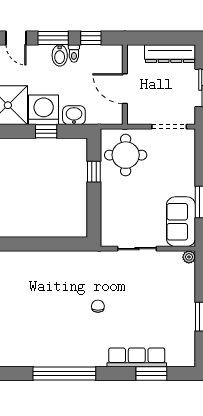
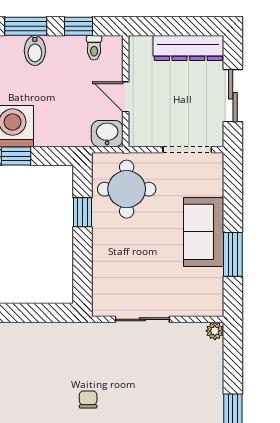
toilet: (74, 53) -> (94, 48), moved
door: (125, 89) -> (126, 97), width x0.73
washbasin: (74, 115) -> (107, 134), moved
sofa: (181, 222) -> (204, 232), moved

